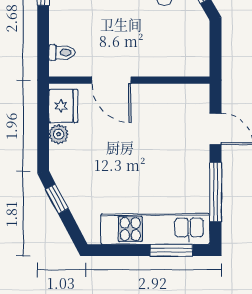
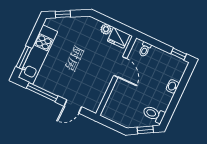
door: (111, 80) -> (120, 67), swing flipped
window: (57, 199) -> (63, 14), moved

